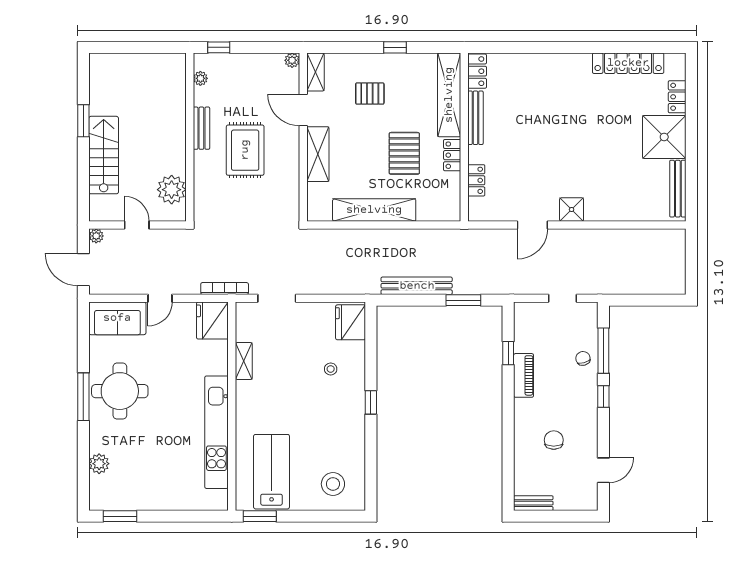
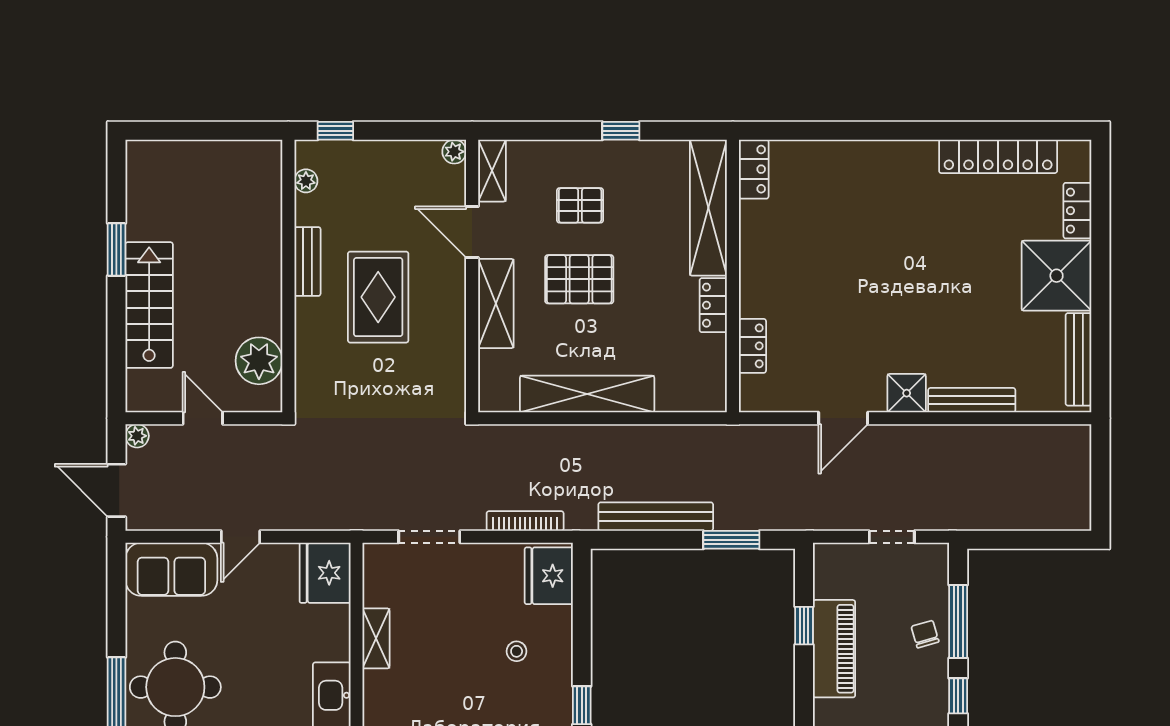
bench: (475, 118) -> (972, 400), moved, turned 90
pallet: (404, 153) -> (579, 279), moved, turned 90
bookcase: (225, 288) -> (525, 521), moved
piano: (524, 375) -> (834, 649), width x1.37, depth x1.33

